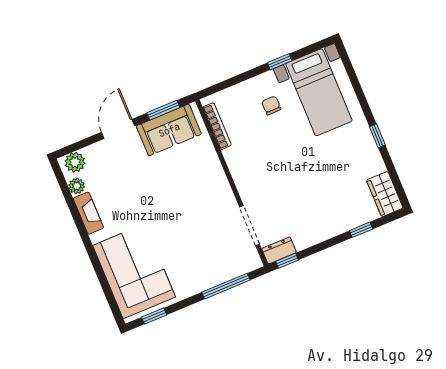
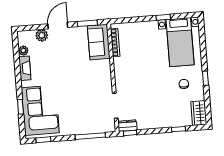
chair: (271, 106) -> (184, 84), moved
sofa: (169, 130) -> (99, 42), moved, turned 90
plant: (75, 162) -> (42, 35), moved
window: (101, 276) -> (20, 107), added

